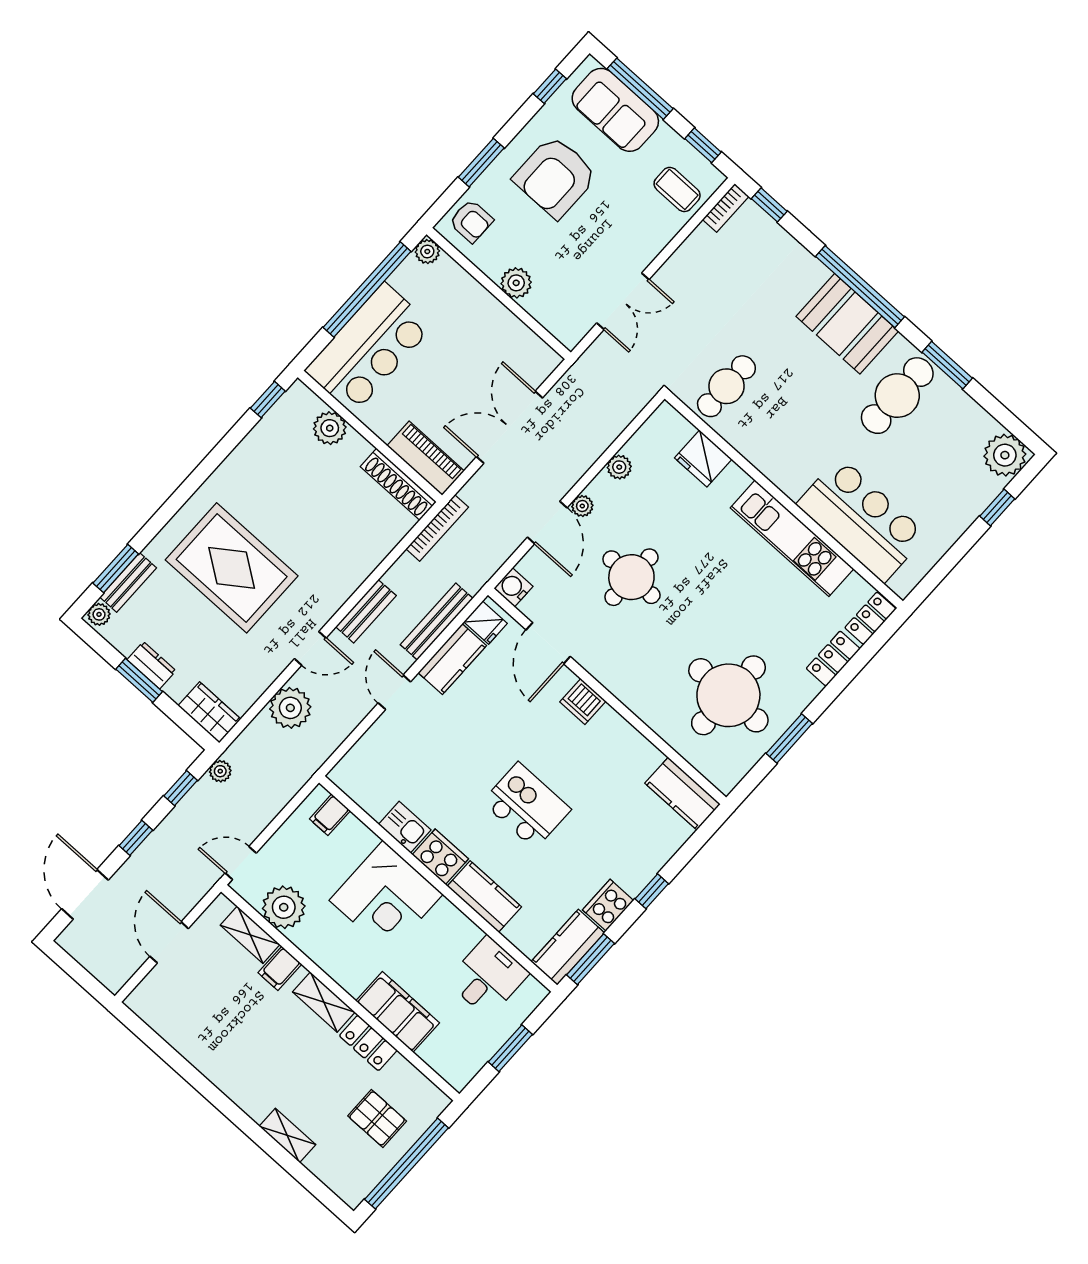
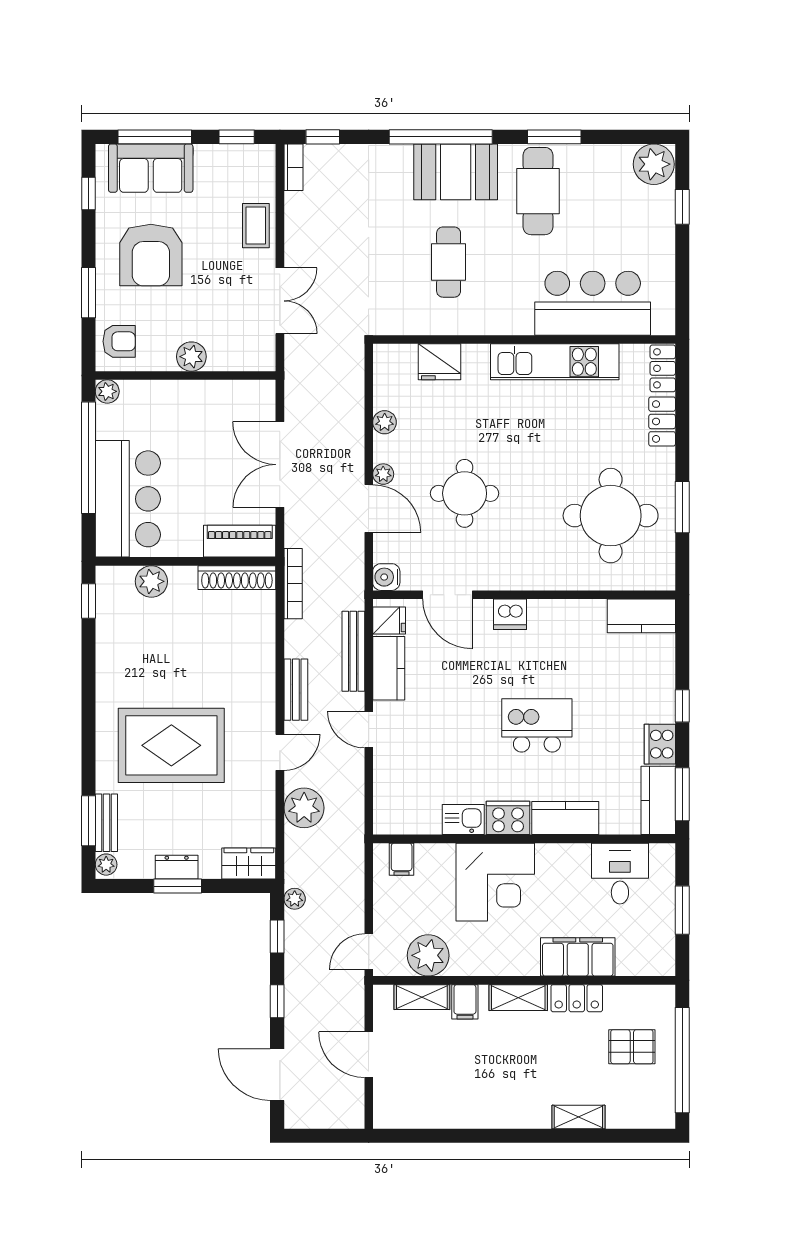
coffee table: (677, 189) -> (256, 226), moved, turned 90
cafe table: (726, 386) -> (449, 262), moved

